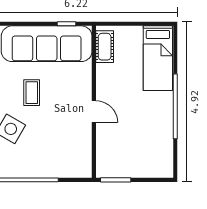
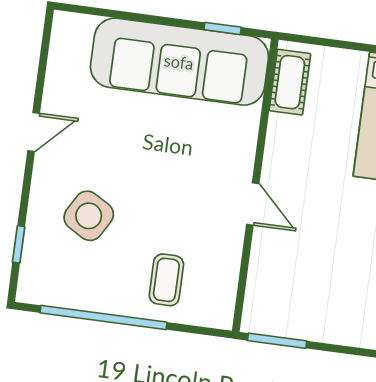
coffee table: (32, 93) -> (166, 280), moved

